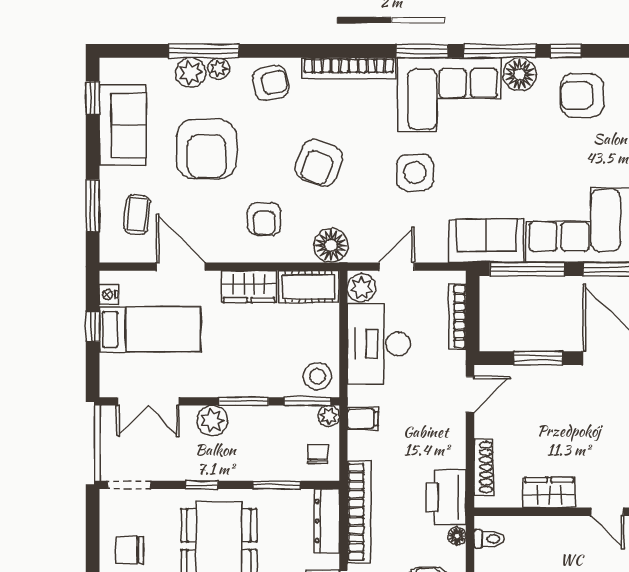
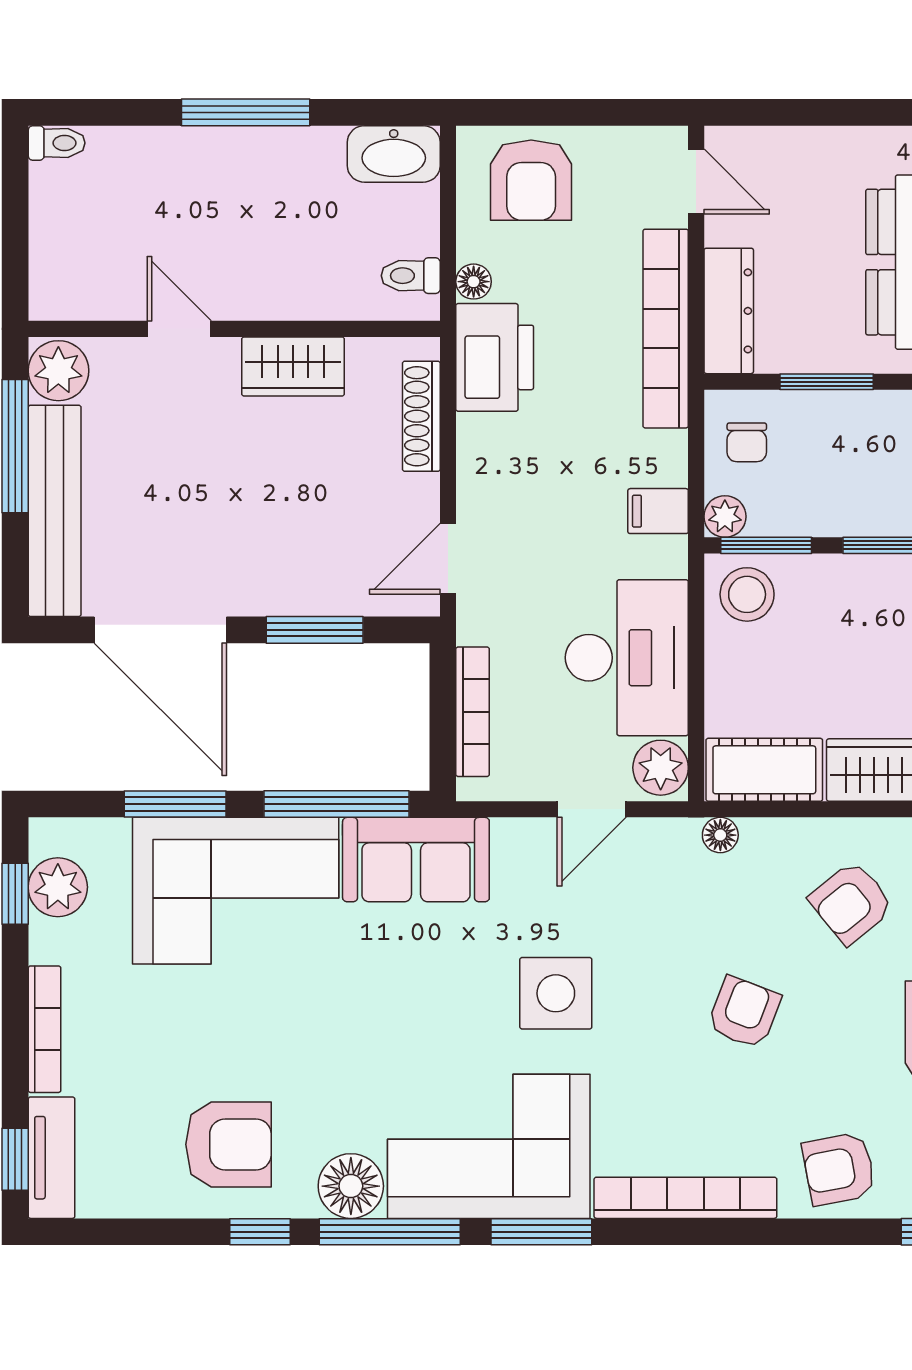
armchair: (319, 163) -> (744, 1012), width x0.72, depth x0.72
armchair: (264, 219) -> (851, 903), turned -129
floor lamp: (331, 245) -> (720, 835), width x0.53, depth x0.53

